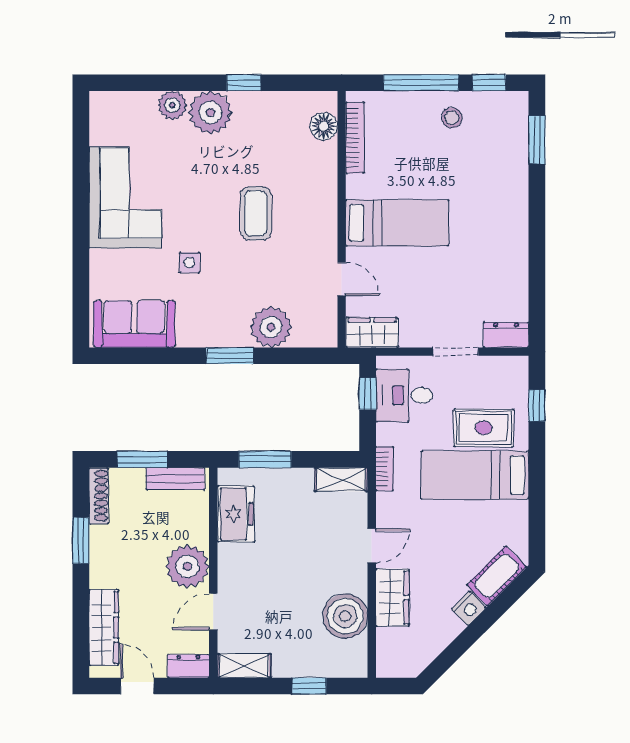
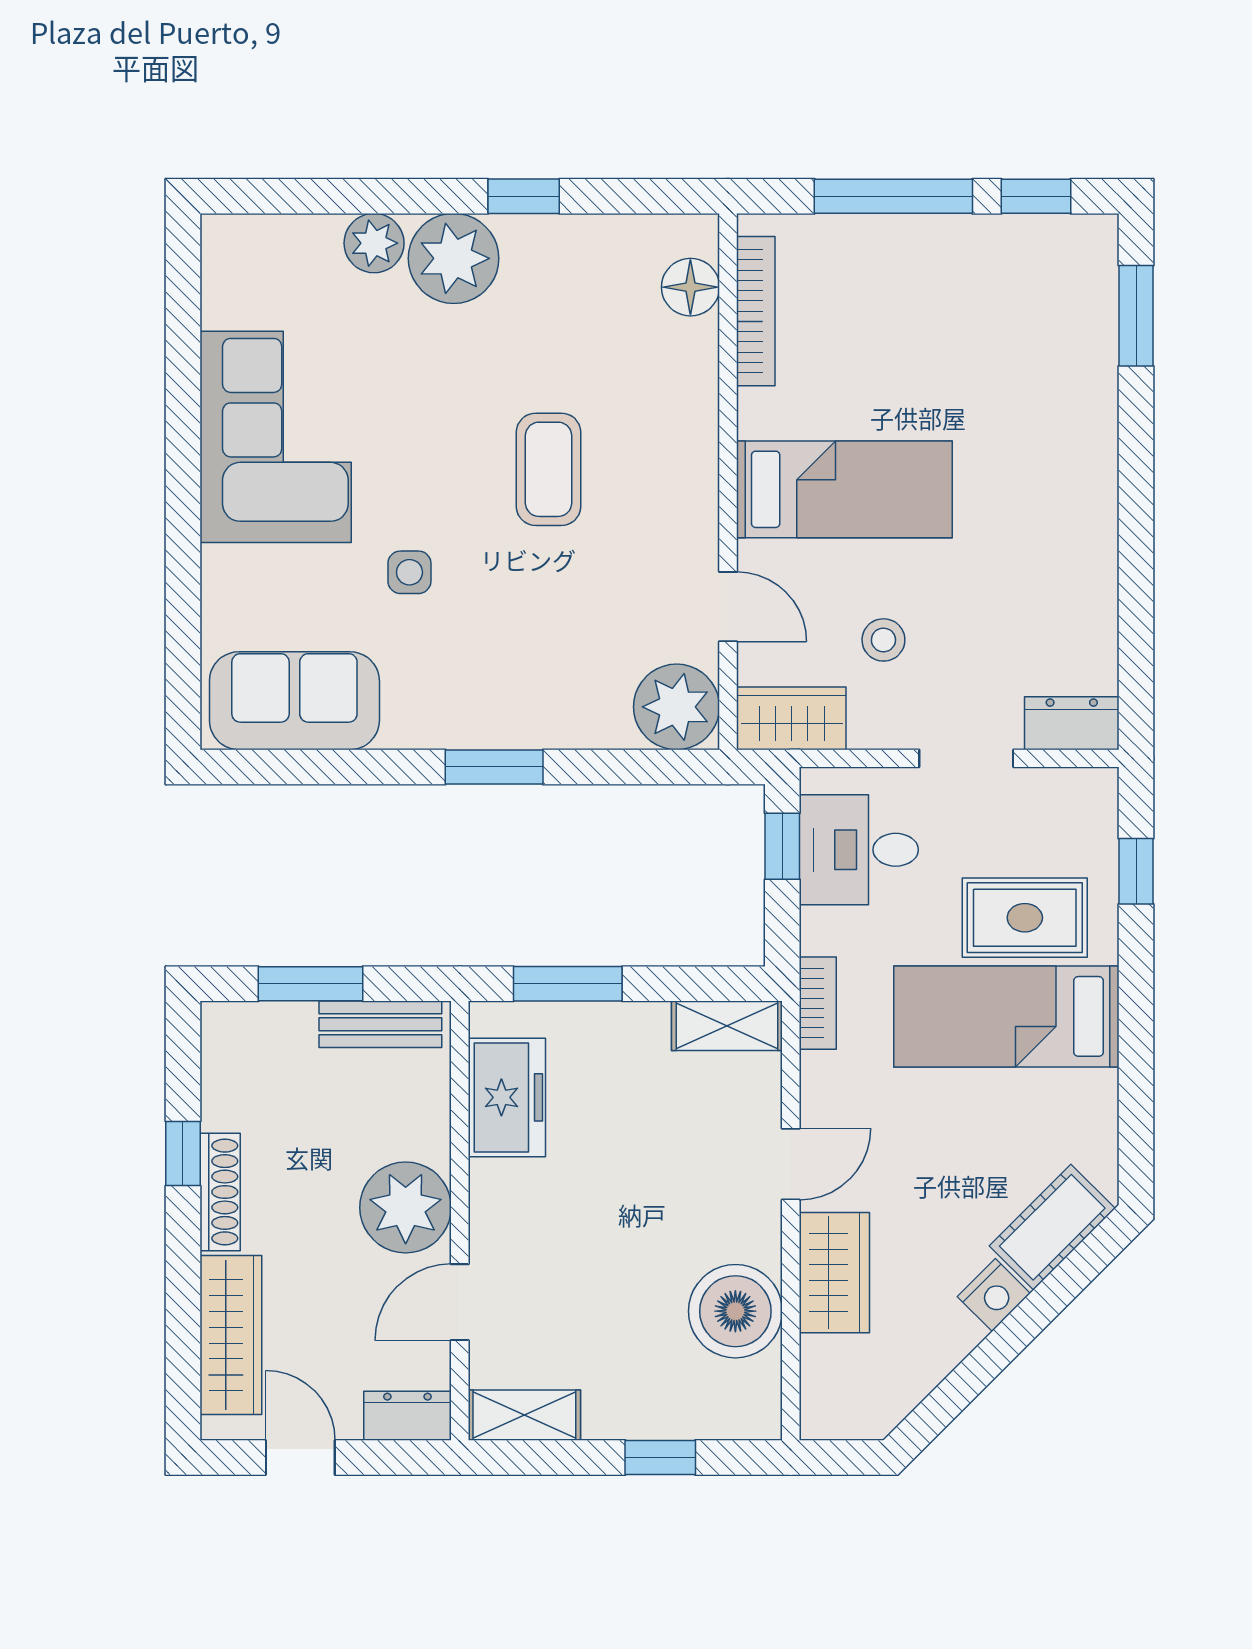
stool: (452, 118) -> (883, 640), moved
plant: (271, 327) -> (677, 707), moved
shoe rack: (99, 496) -> (220, 1192), moved
window: (81, 541) -> (183, 1153), width x0.67

